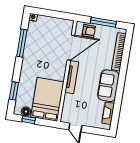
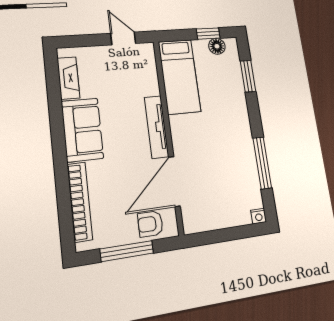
bed: (47, 99) -> (179, 76), width x0.67

